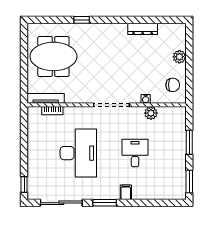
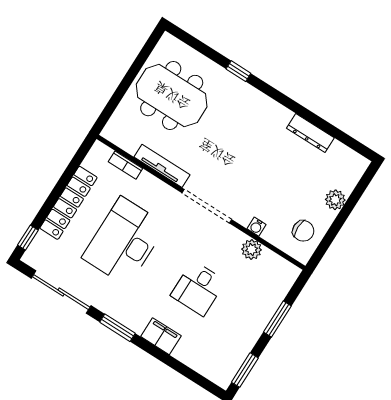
tv unit: (46, 98) -> (162, 166), moved
locker: (34, 151) -> (68, 203), added
desk: (78, 153) -> (124, 241), turned 180
desk: (135, 153) -> (198, 288), turned 180
filing cabinet: (126, 192) -> (161, 336), width x2.00

